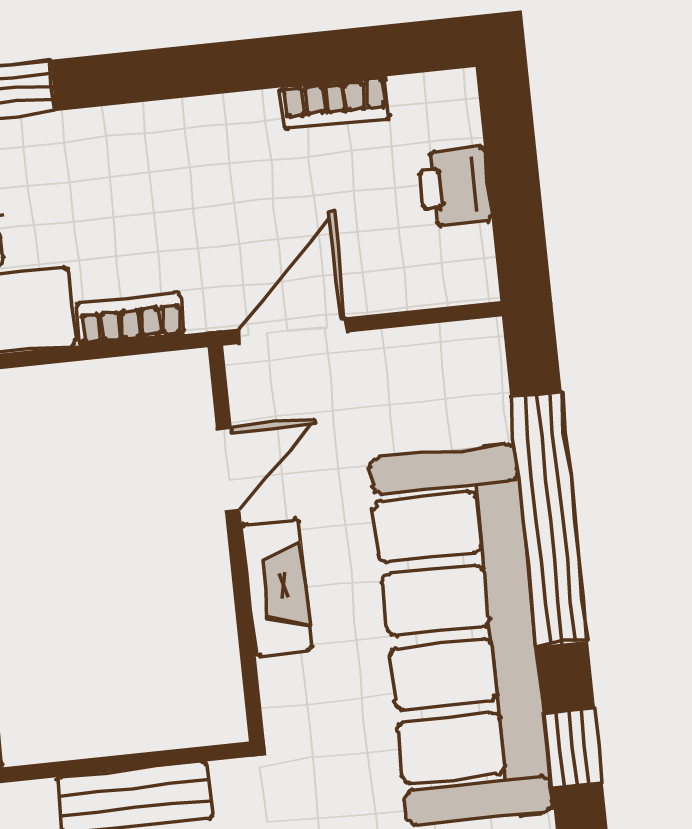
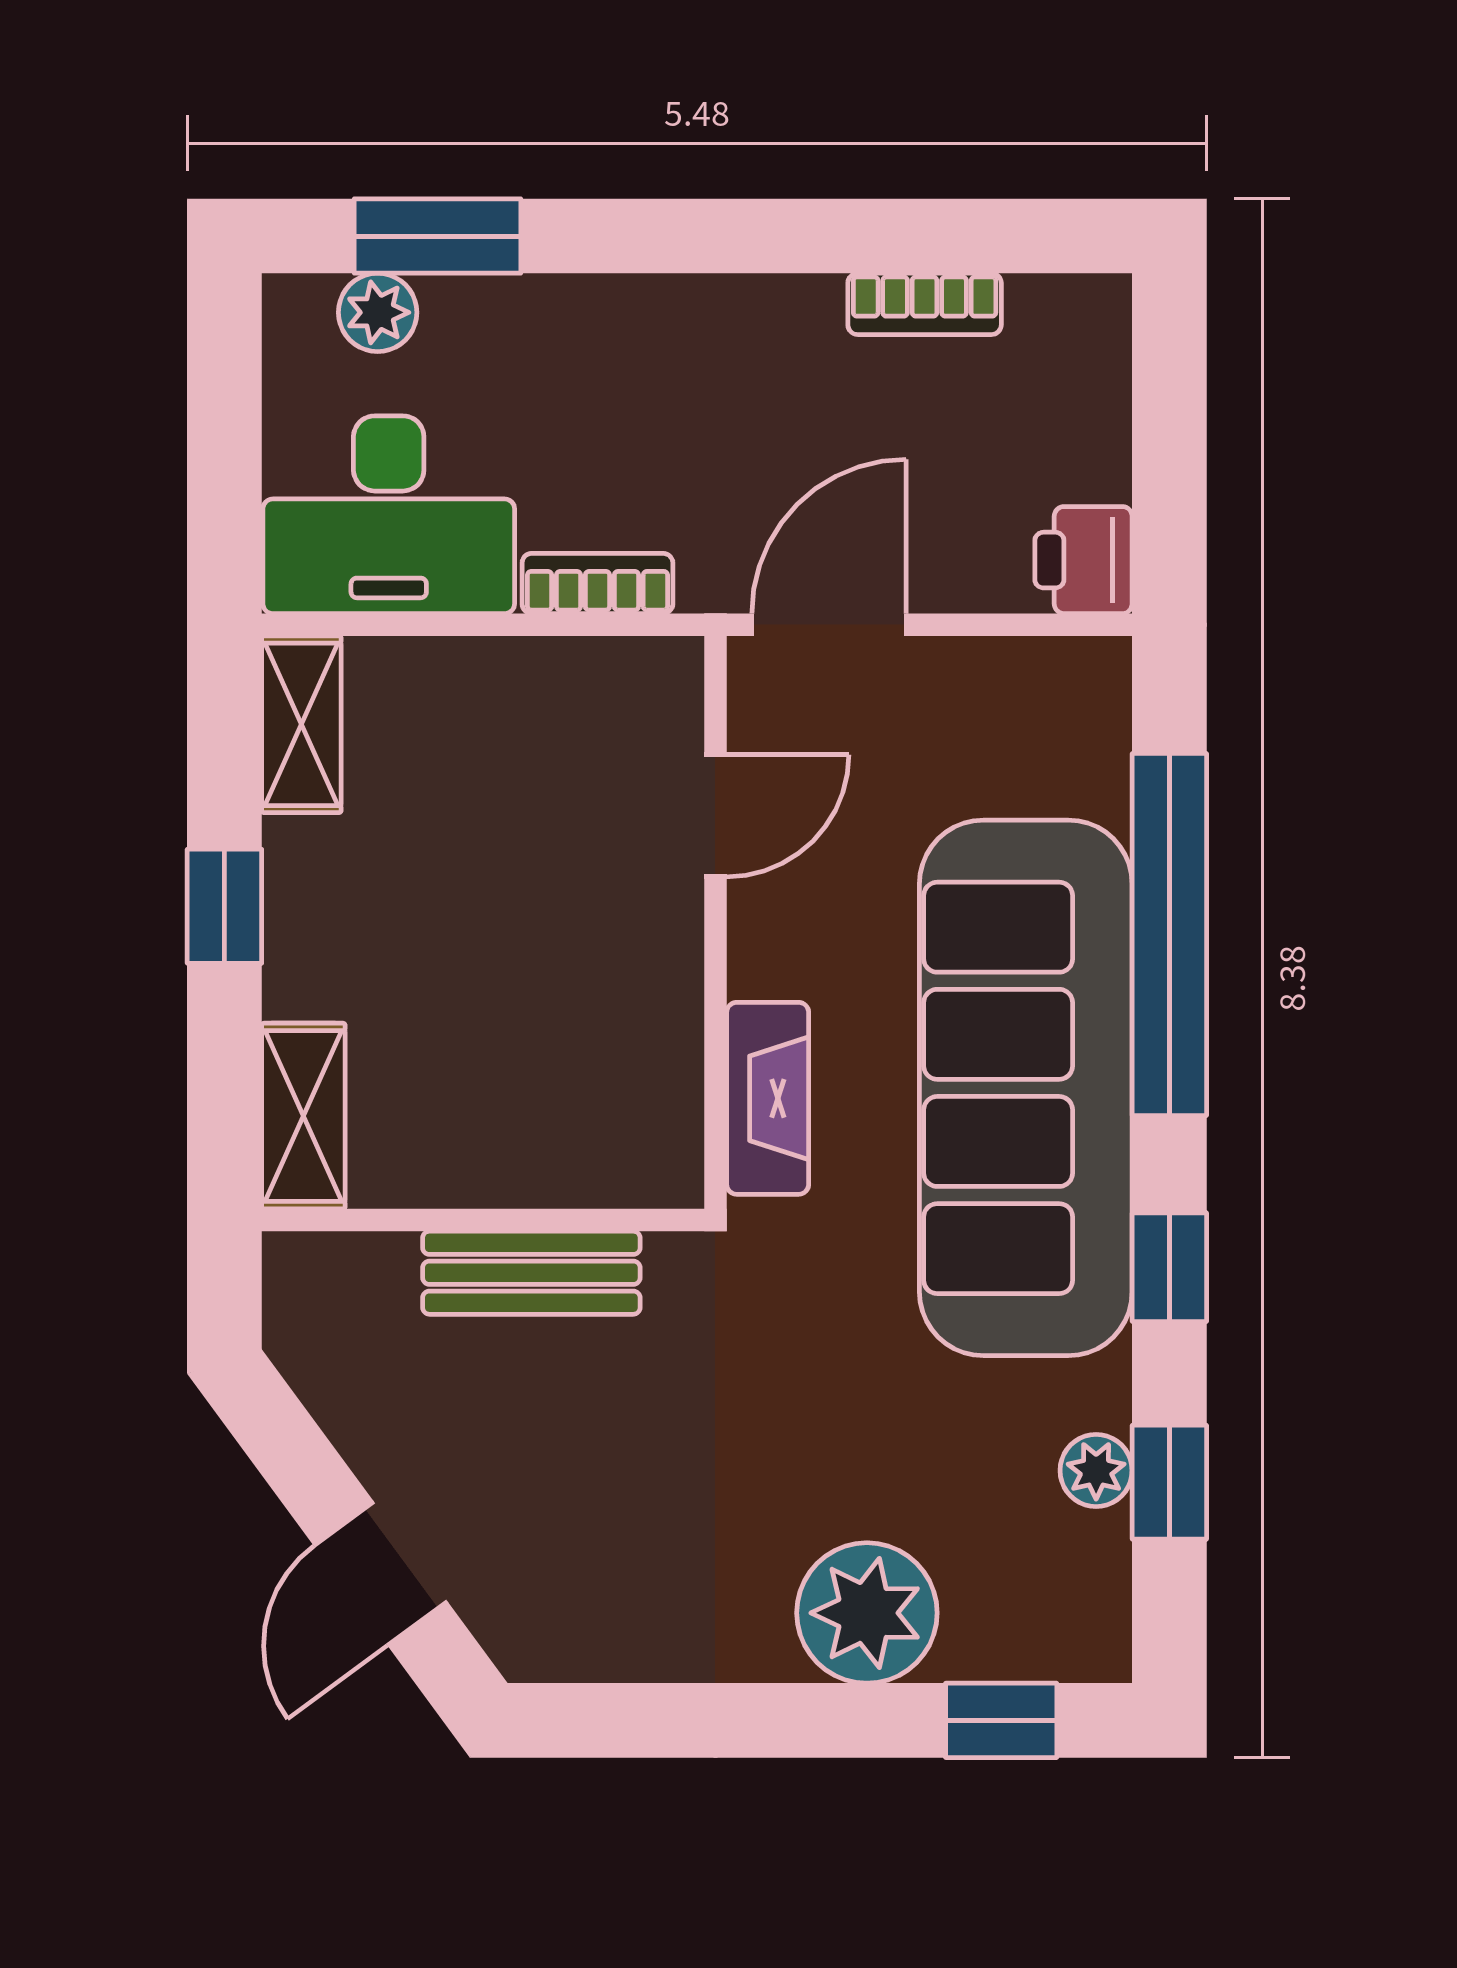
printer: (454, 186) -> (1083, 560), moved
fireplace: (277, 587) -> (768, 1098), moved

